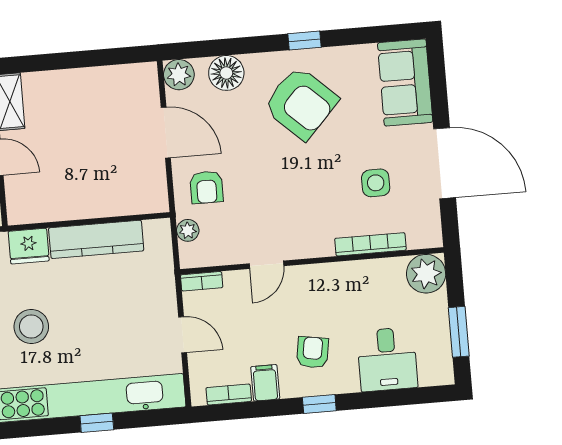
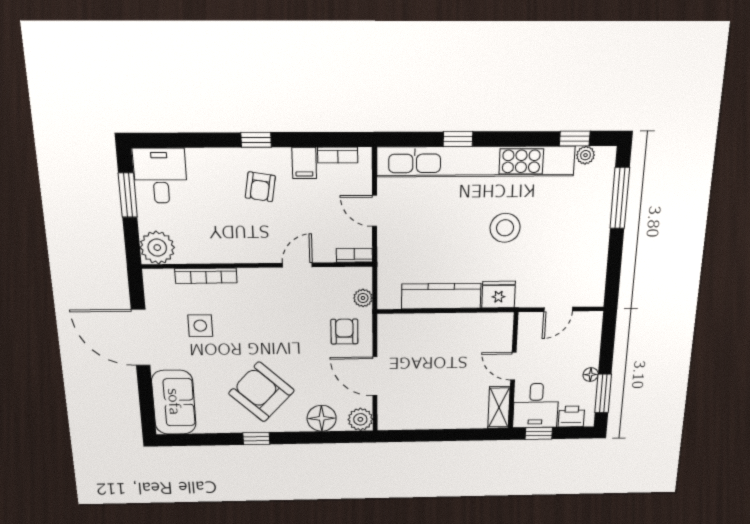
desk: (387, 359) -> (160, 176), moved

